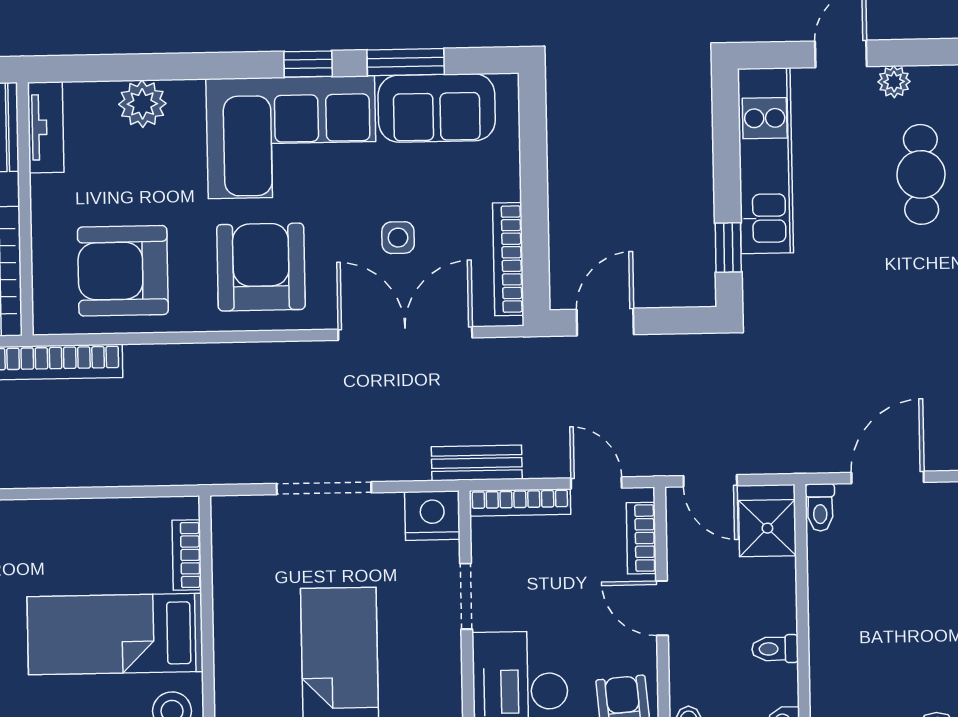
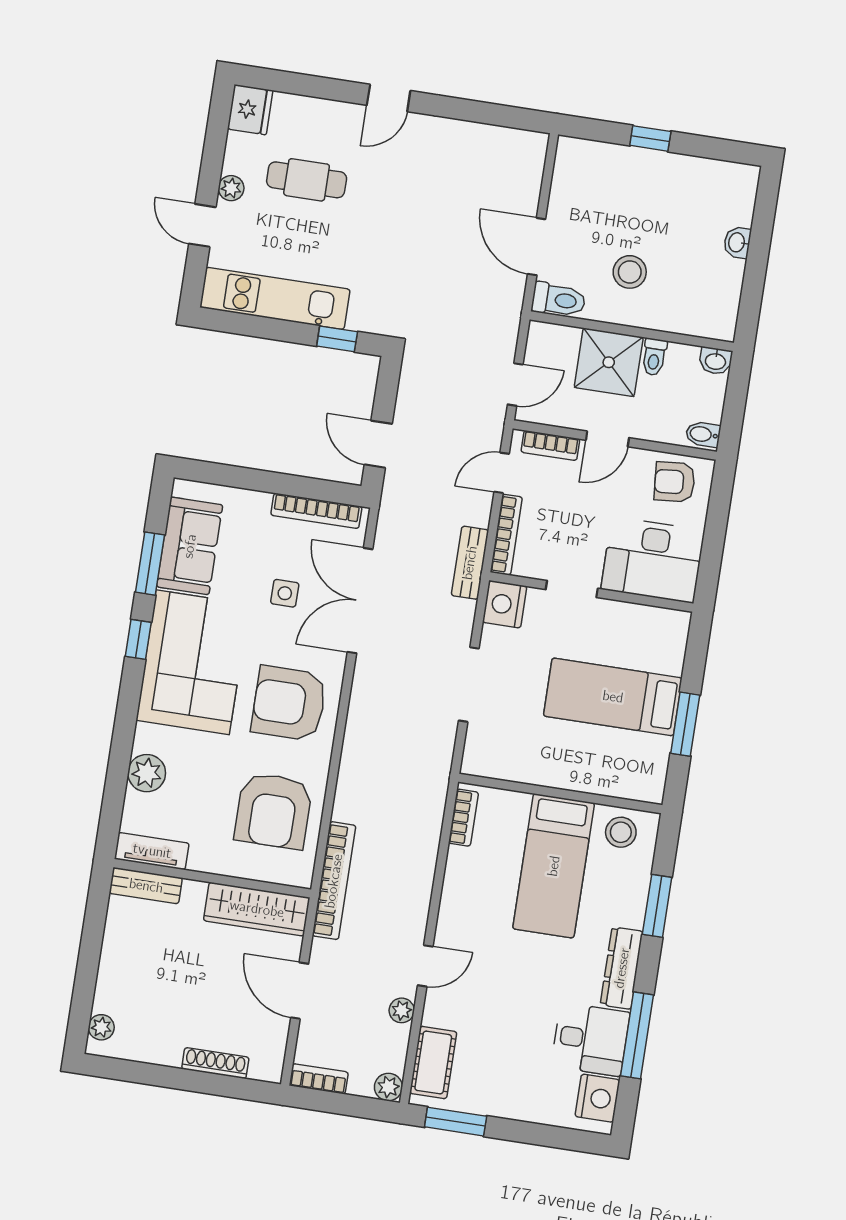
toilet: (820, 507) -> (559, 300), width x1.37, depth x1.39
shower: (767, 528) -> (609, 362), moved, width x1.36, depth x1.36
bookcase: (187, 555) -> (463, 818), moved, turned -90
stool: (876, 600) -> (630, 272), added

